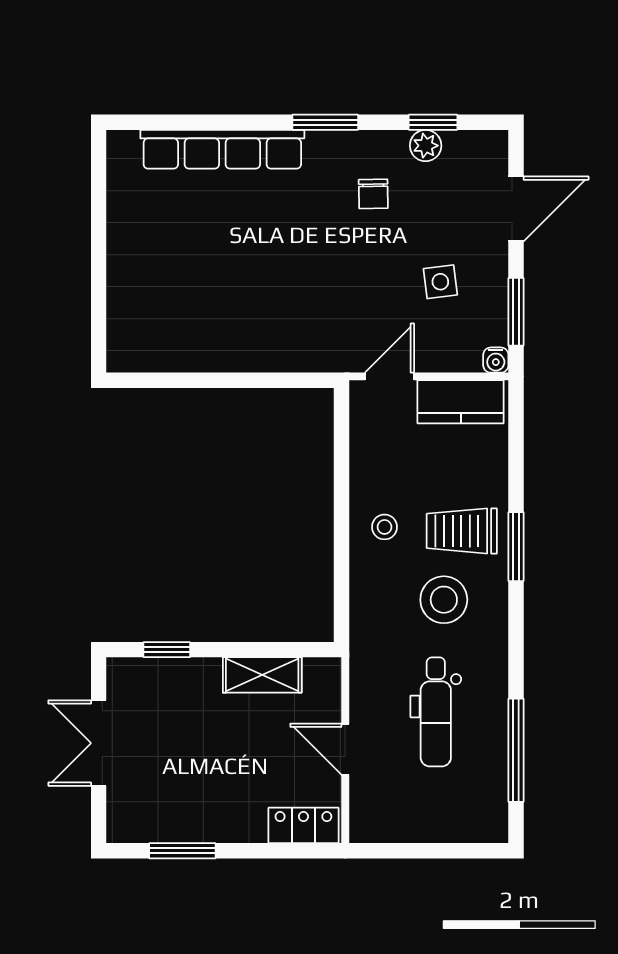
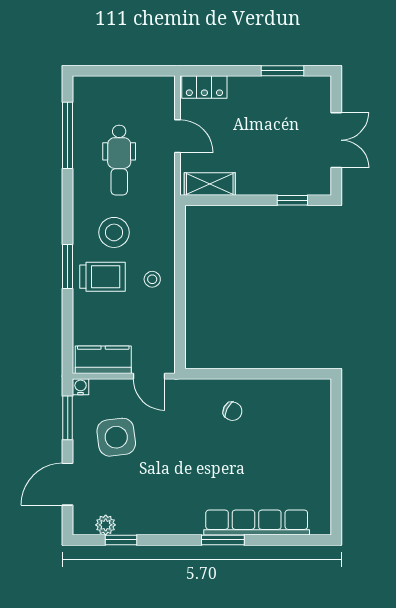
window: (325, 122) -> (223, 540), moved
plant: (426, 146) -> (106, 525), moved
chair: (373, 194) -> (232, 411), moved, turned 119
side table: (440, 282) -> (116, 437), width x1.87, depth x1.87
door: (389, 376) -> (149, 376), hinge flipped
shelving: (262, 675) -> (210, 184), moved
dental chair: (436, 712) -> (119, 160), turned 180

